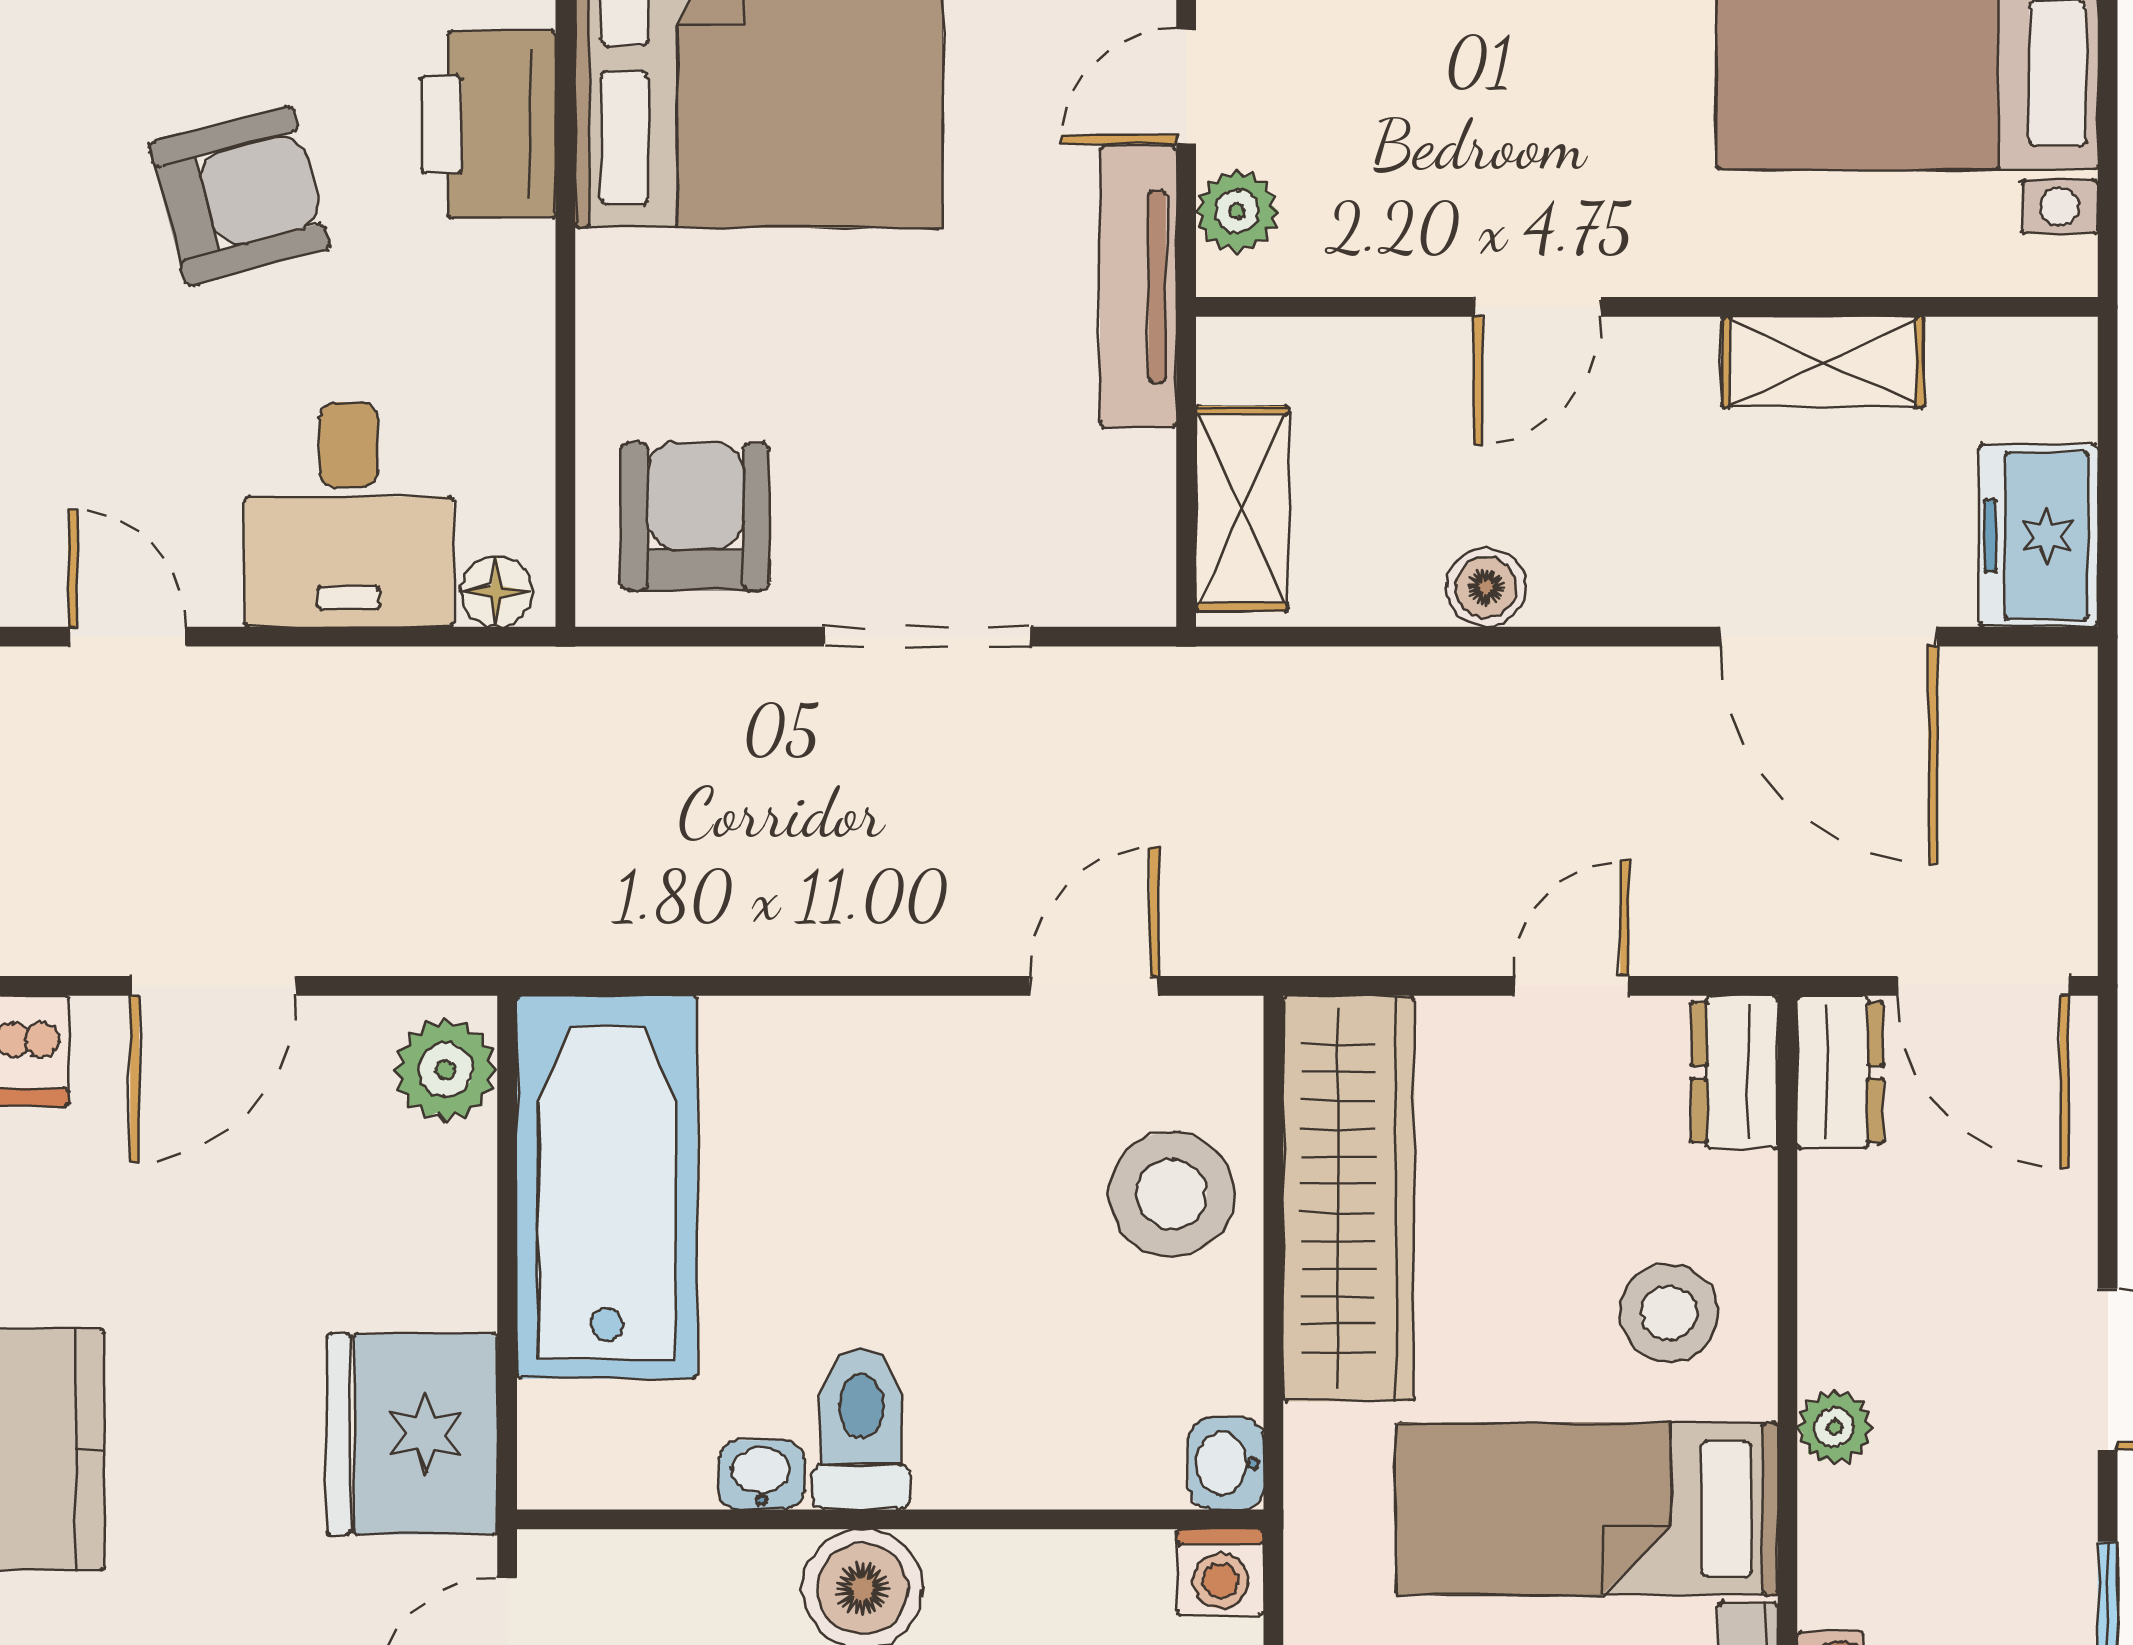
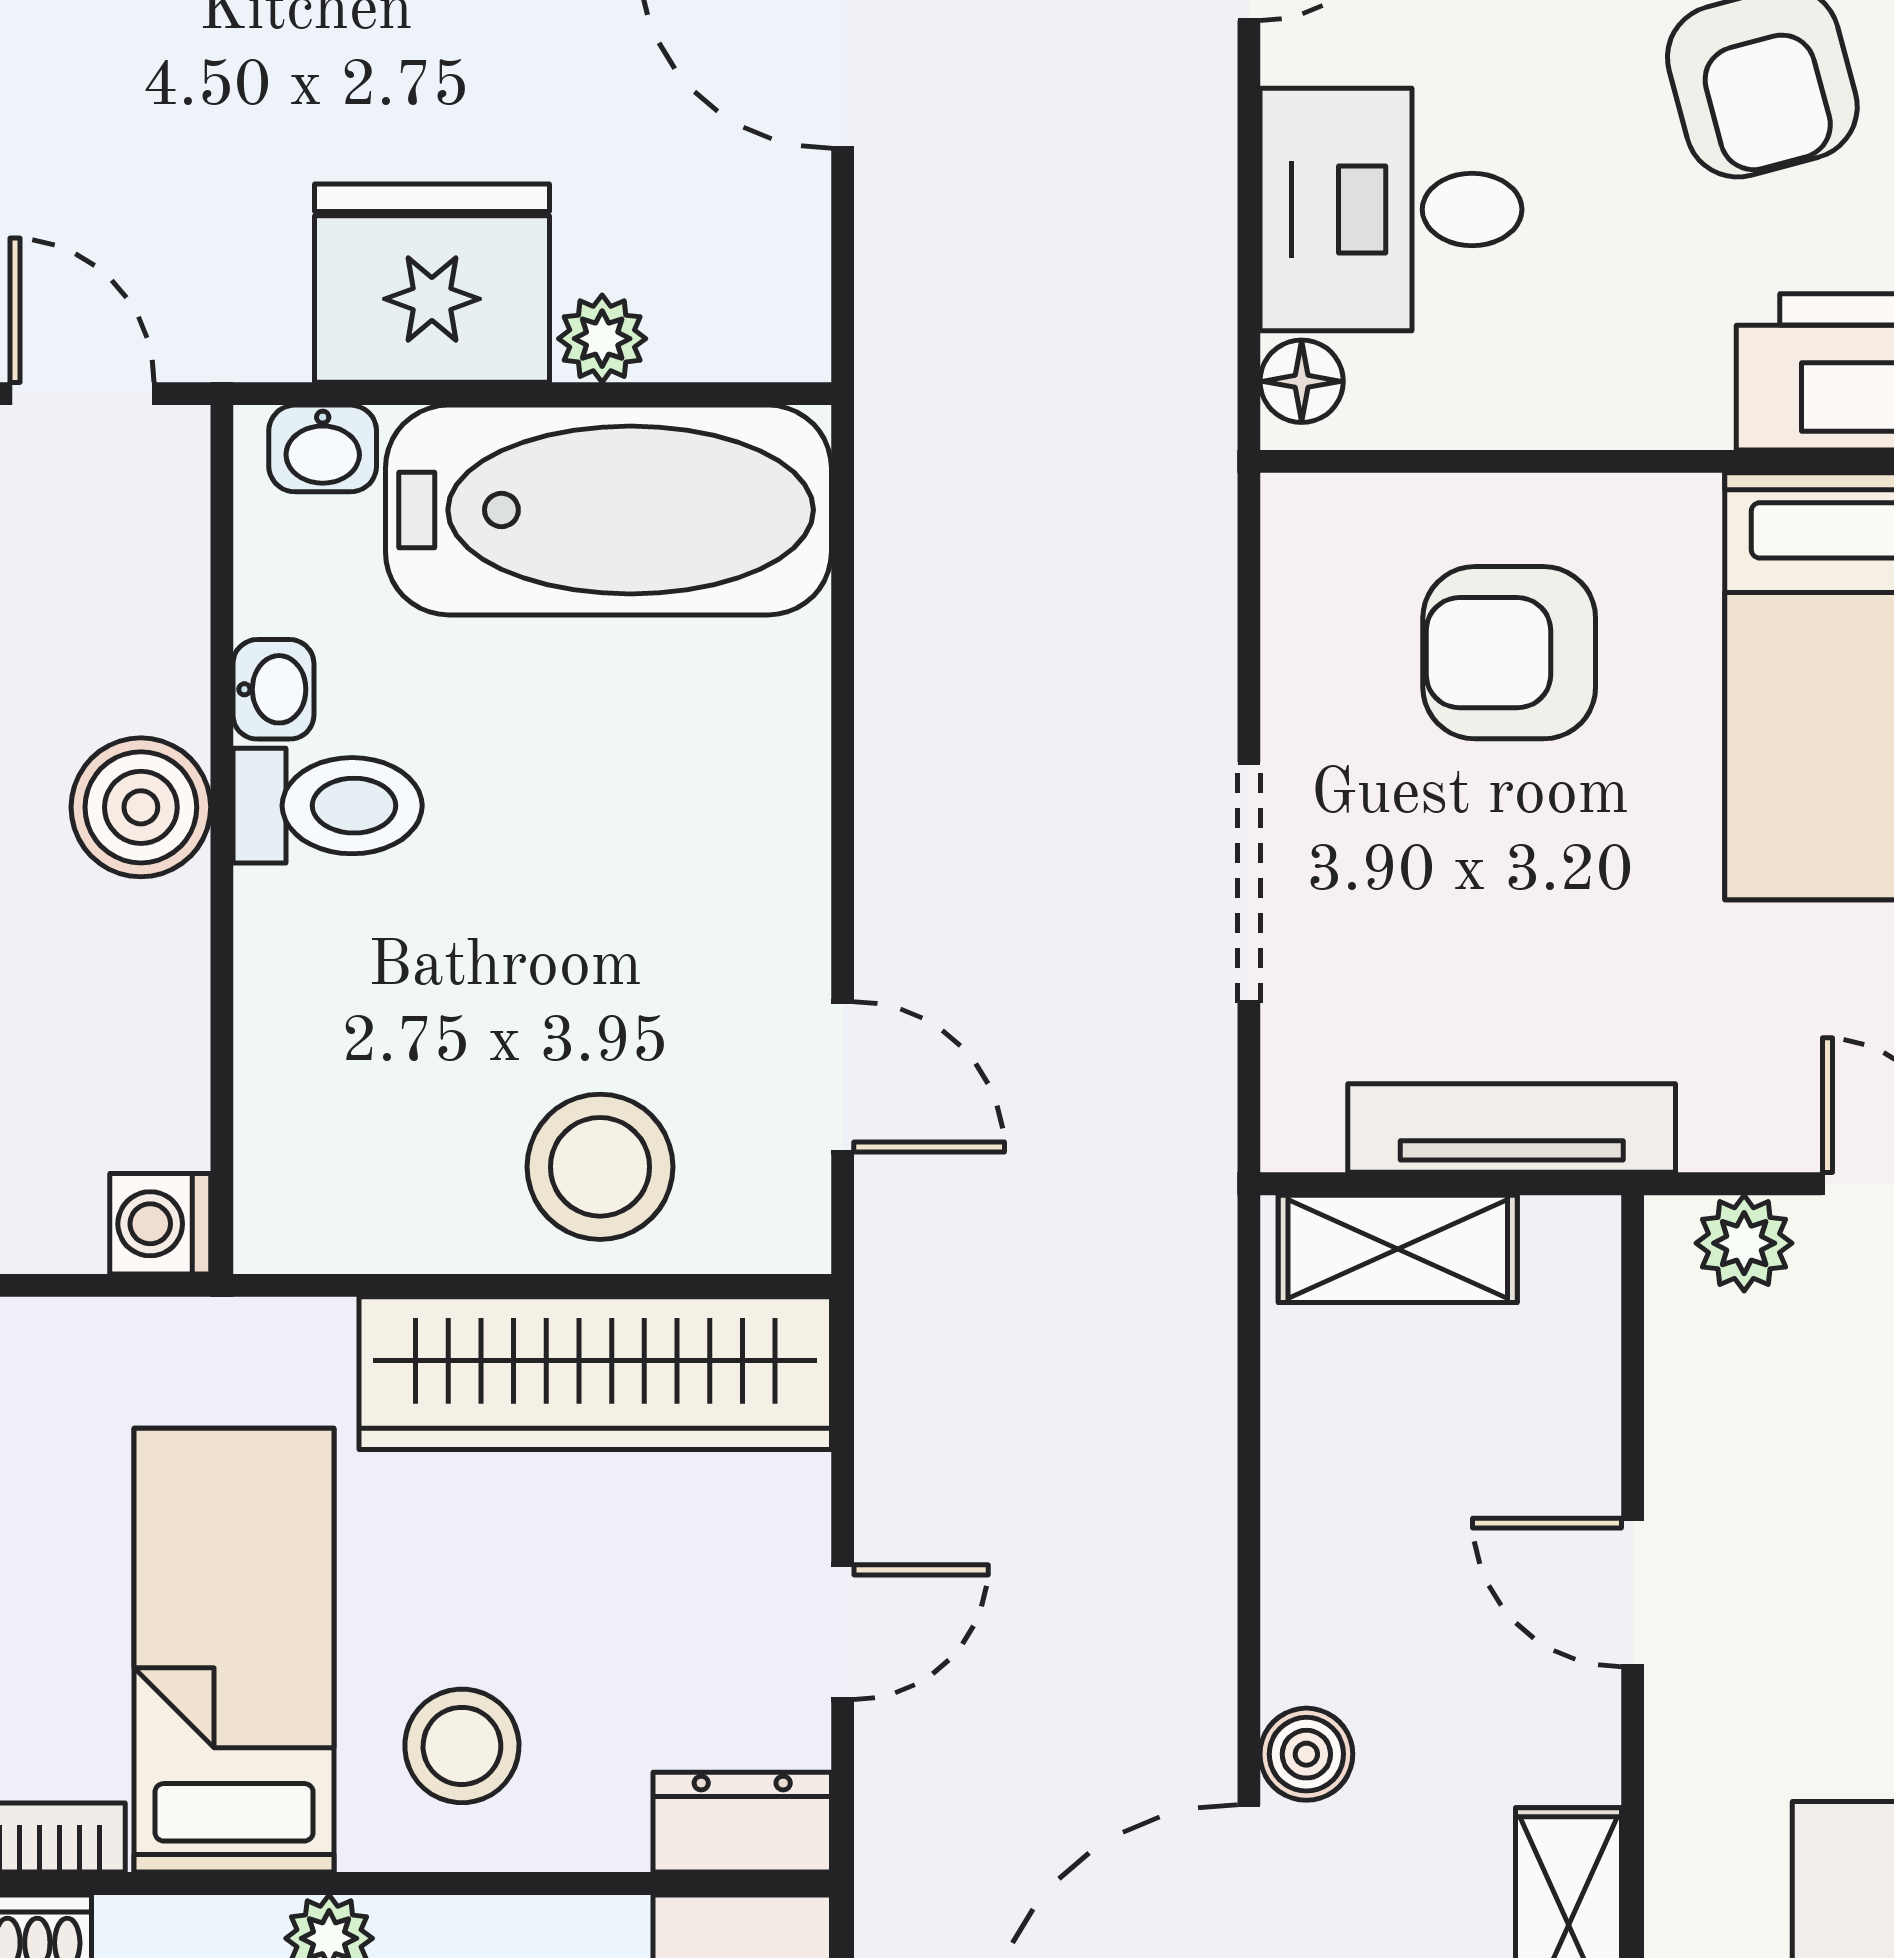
tv unit: (1138, 287) -> (1512, 1128), moved
armchair: (695, 517) -> (1509, 653), moved, turned 180
boiler: (1486, 587) -> (1306, 1754), moved
door: (1571, 986) -> (843, 1632), hinge flipped
plant: (446, 1070) -> (602, 339), moved, width x0.73, depth x0.73
fridge: (412, 1434) -> (432, 283), moved
washbasin: (1226, 1463) -> (323, 448), moved, turned 180

